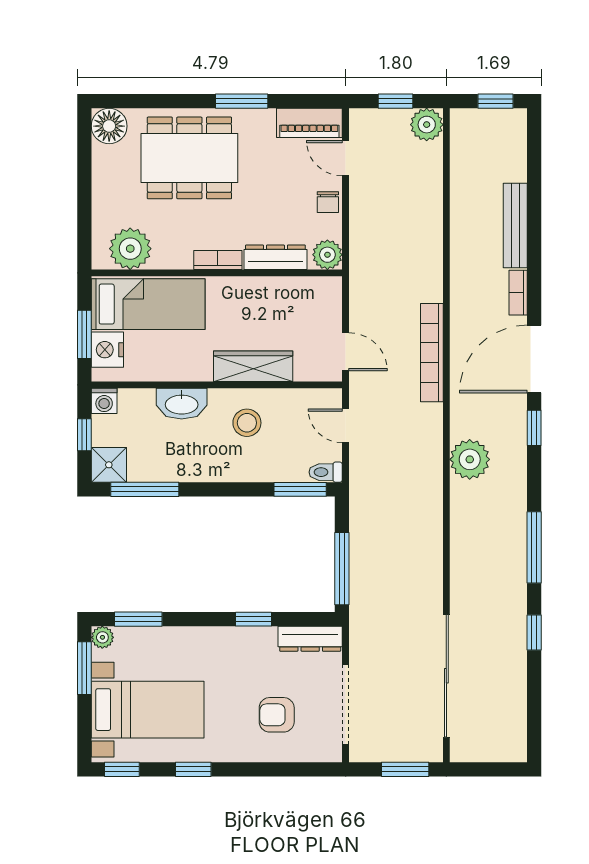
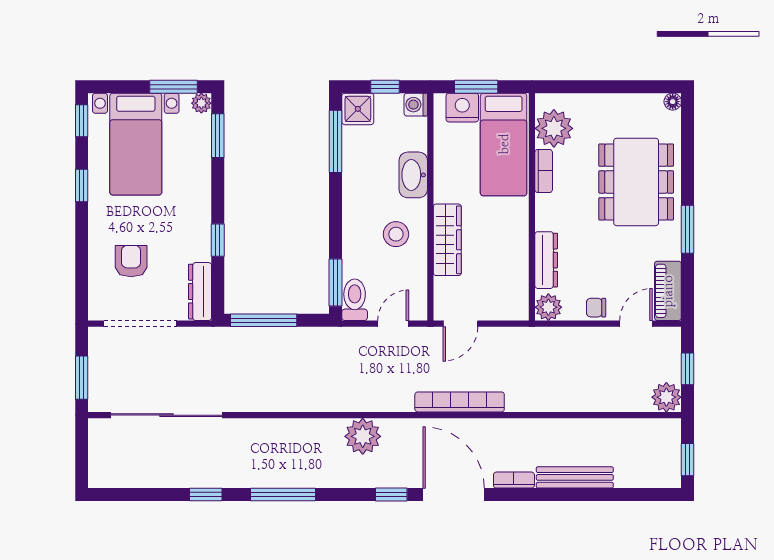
floor lamp: (109, 126) -> (673, 102), width x0.53, depth x0.53
bookcase: (218, 260) -> (544, 171), moved
toilet: (326, 472) -> (355, 300), width x1.37, depth x1.39

